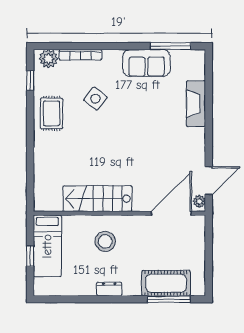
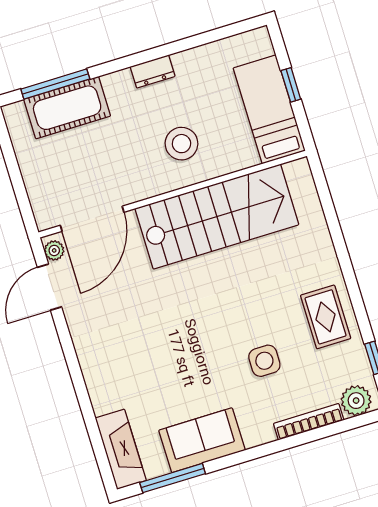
side table: (95, 99) -> (264, 361), turned -38
fireplace: (196, 104) -> (121, 449), moved
stairs: (97, 199) -> (217, 217), width x1.36, depth x1.51

